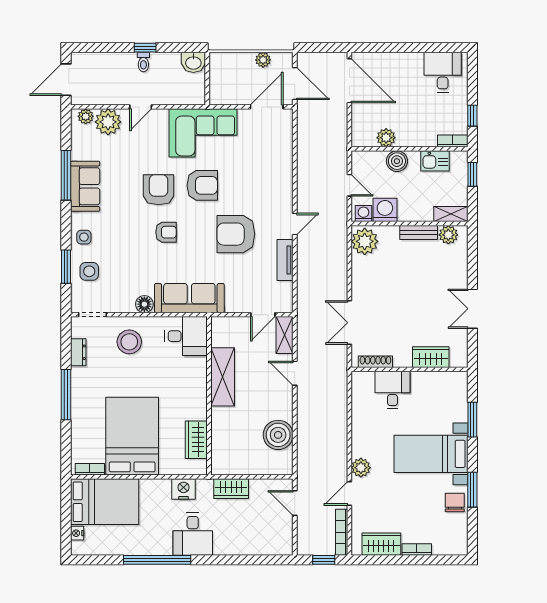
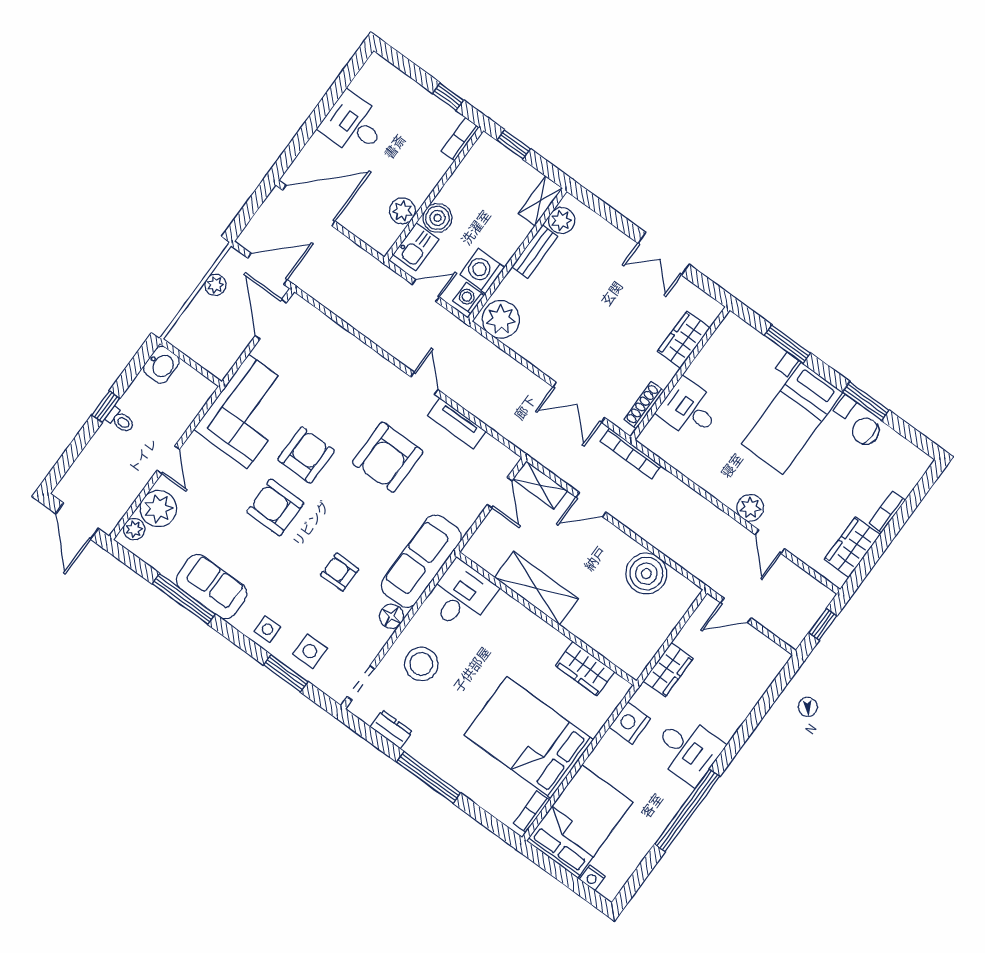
desk: (443, 72) -> (353, 125), moved
kitchen sink: (435, 161) -> (416, 247), moved
armchair: (166, 232) -> (340, 572), moved, turned -90
bookcase: (342, 532) -> (631, 453), moved

